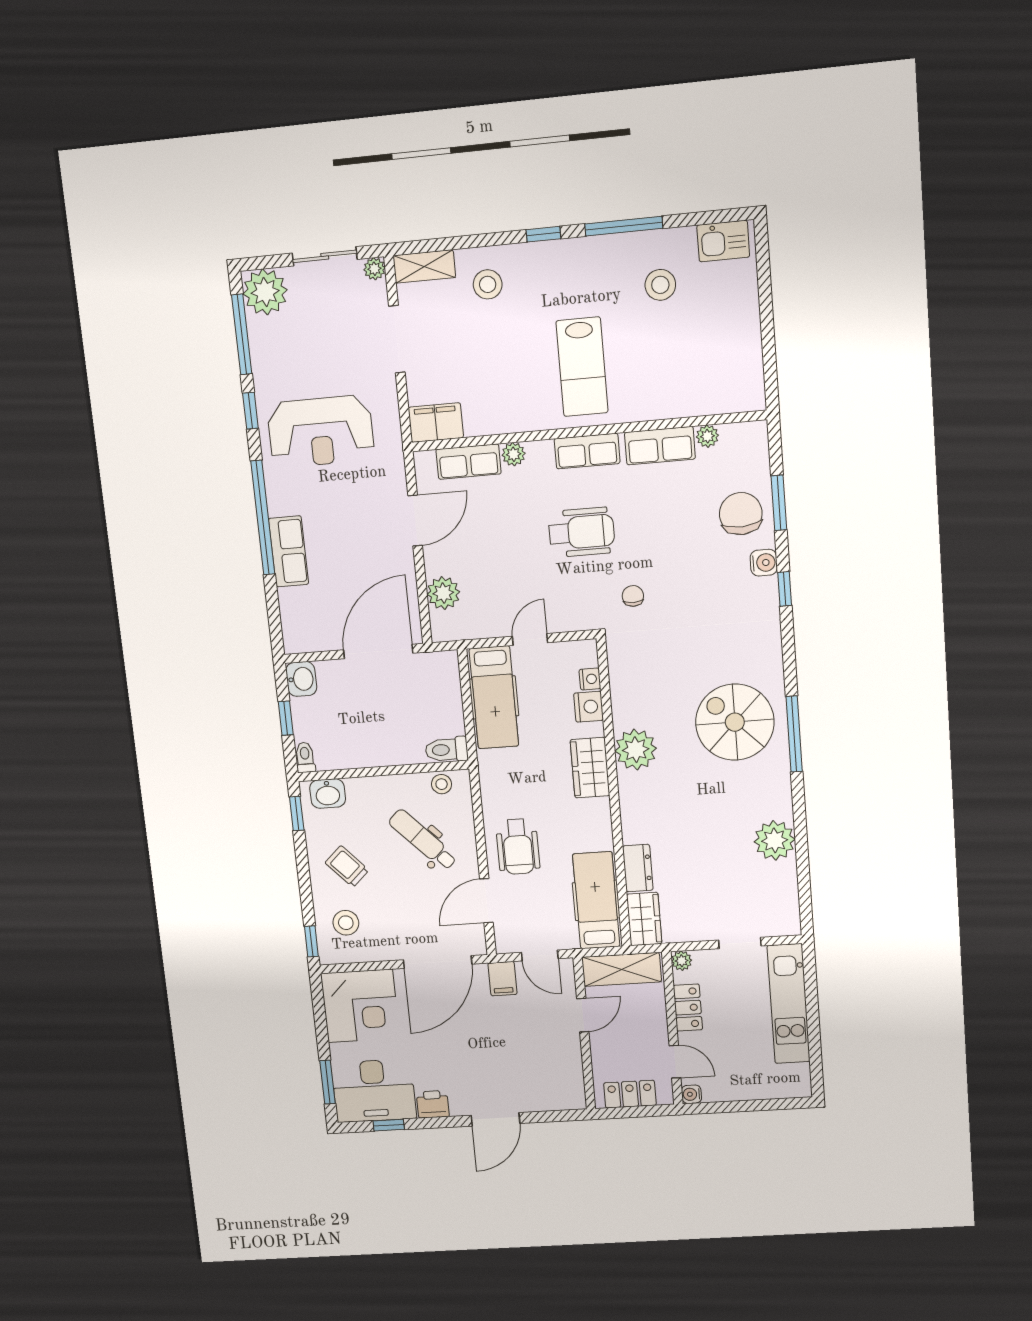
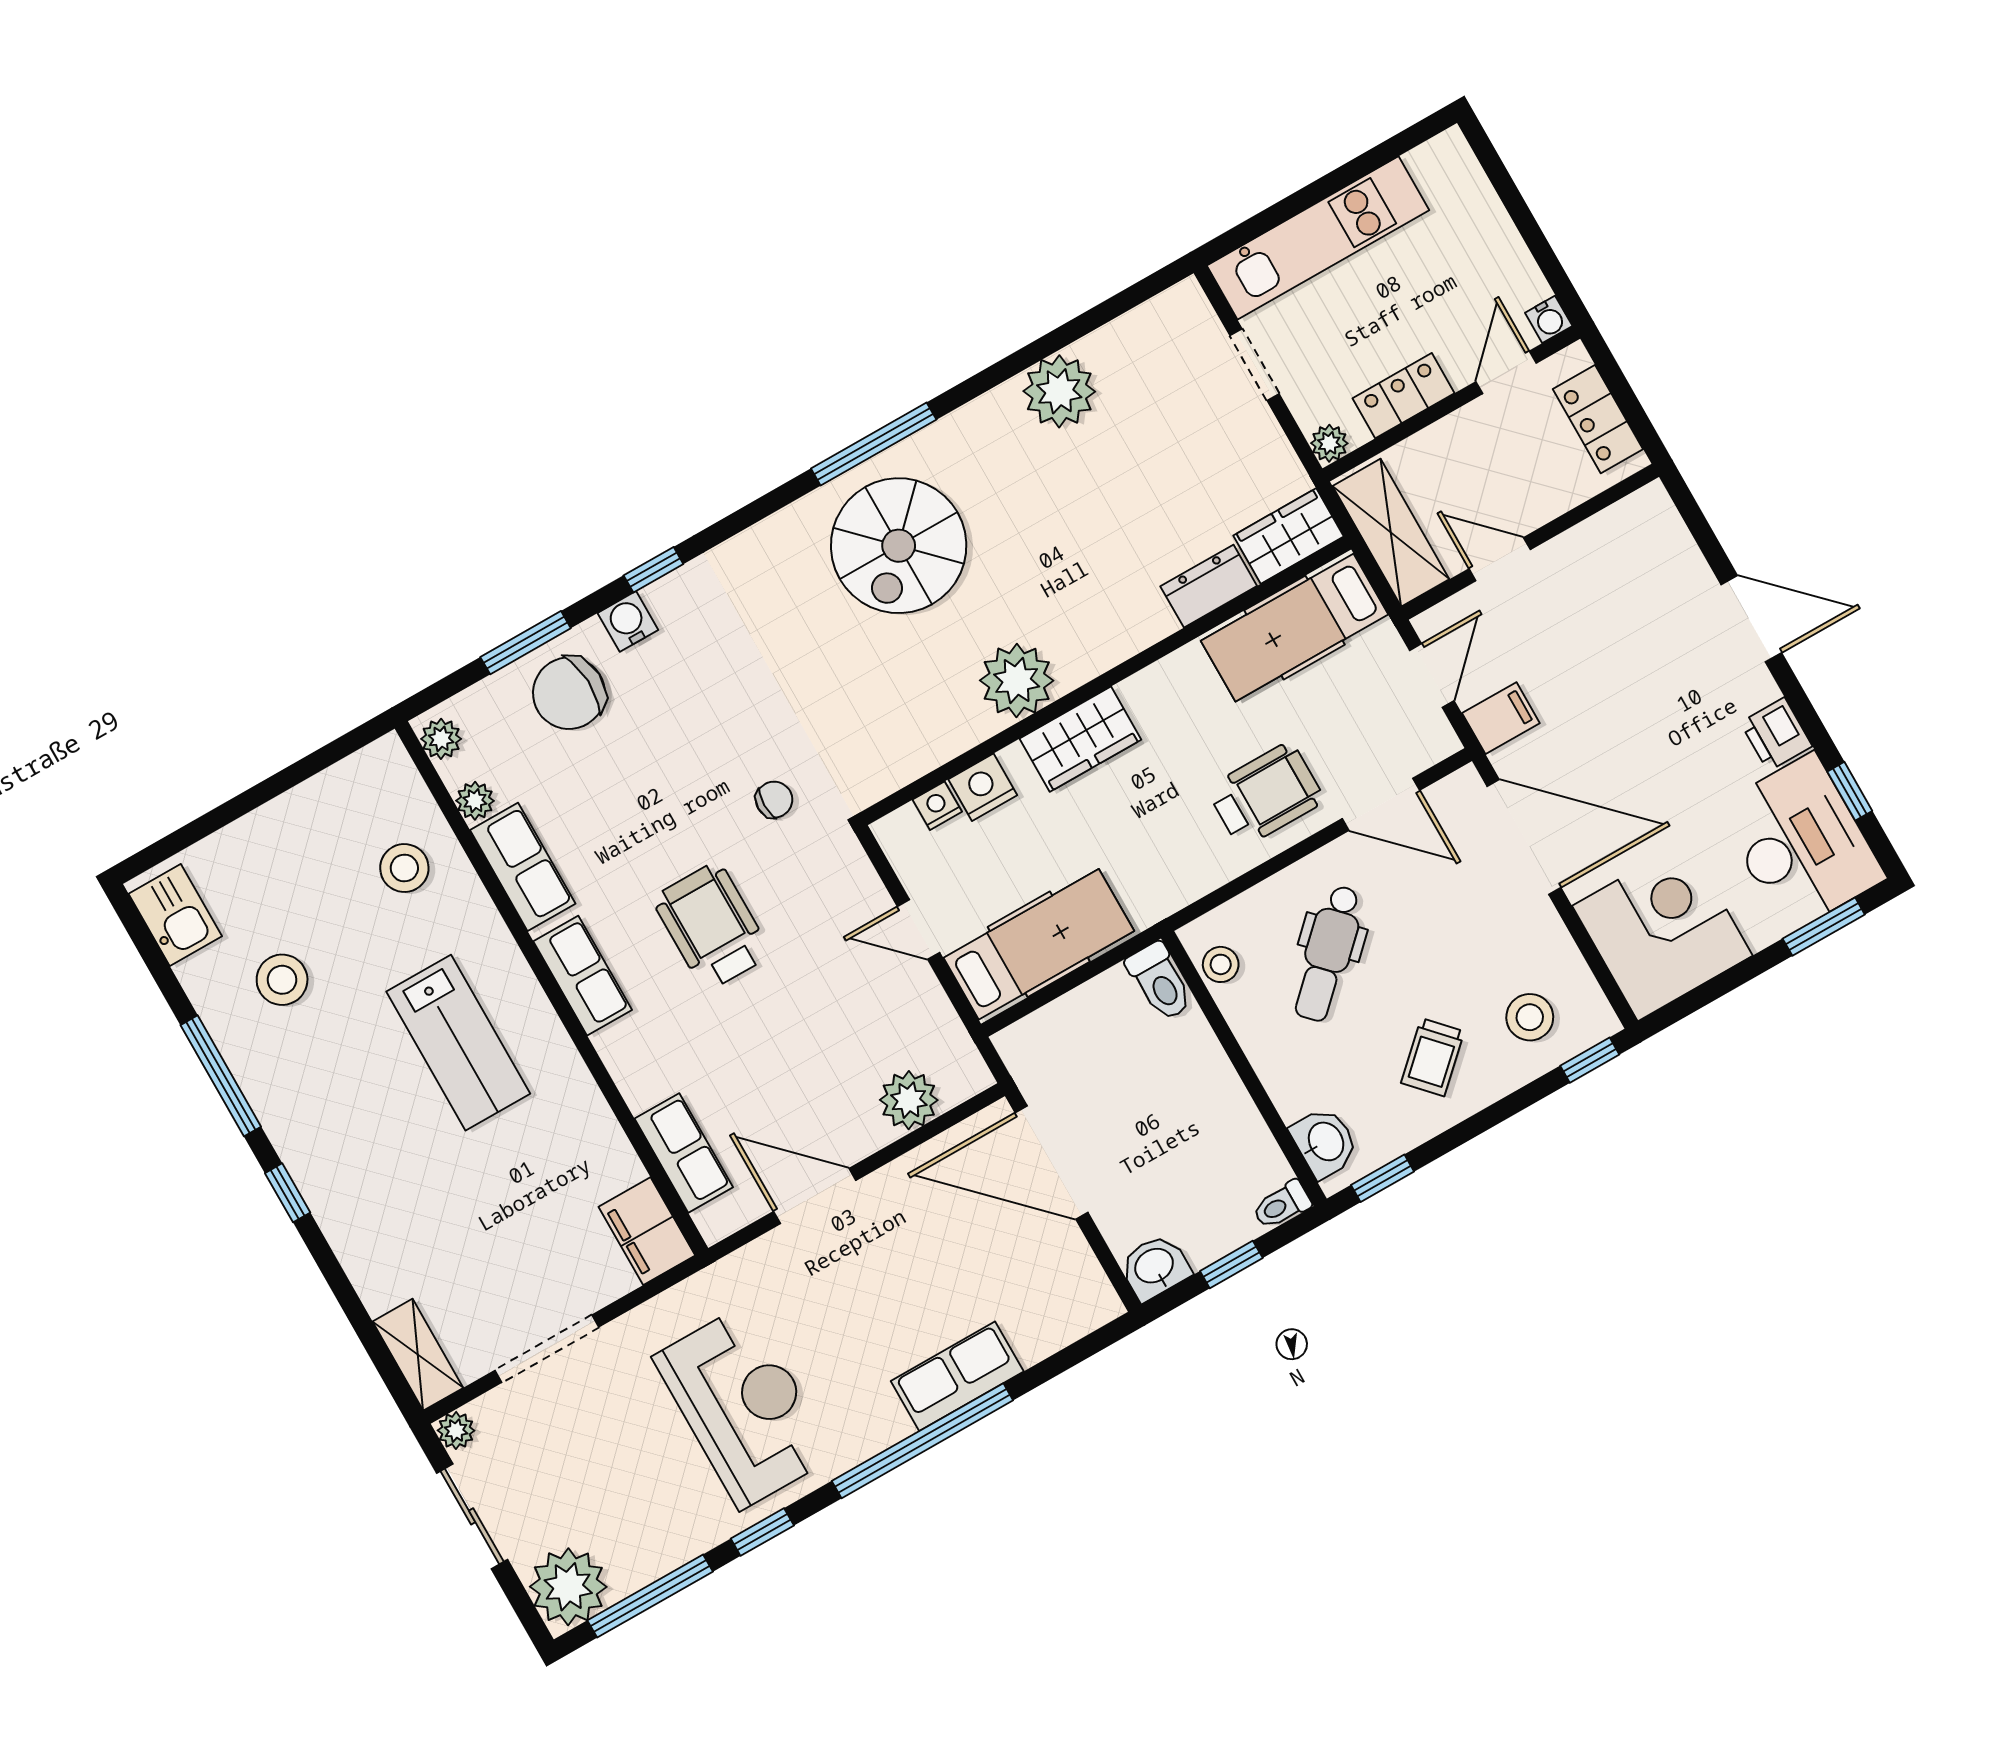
stool: (488, 284) -> (404, 868), moved
lab bench: (582, 367) -> (458, 1043), turned 90
plant: (514, 454) -> (441, 739), moved
chair: (633, 596) -> (774, 800), turned 180

